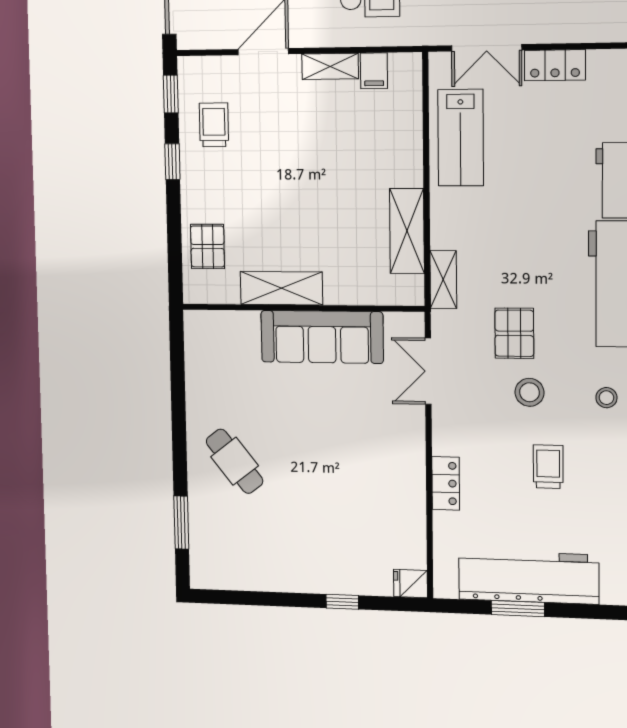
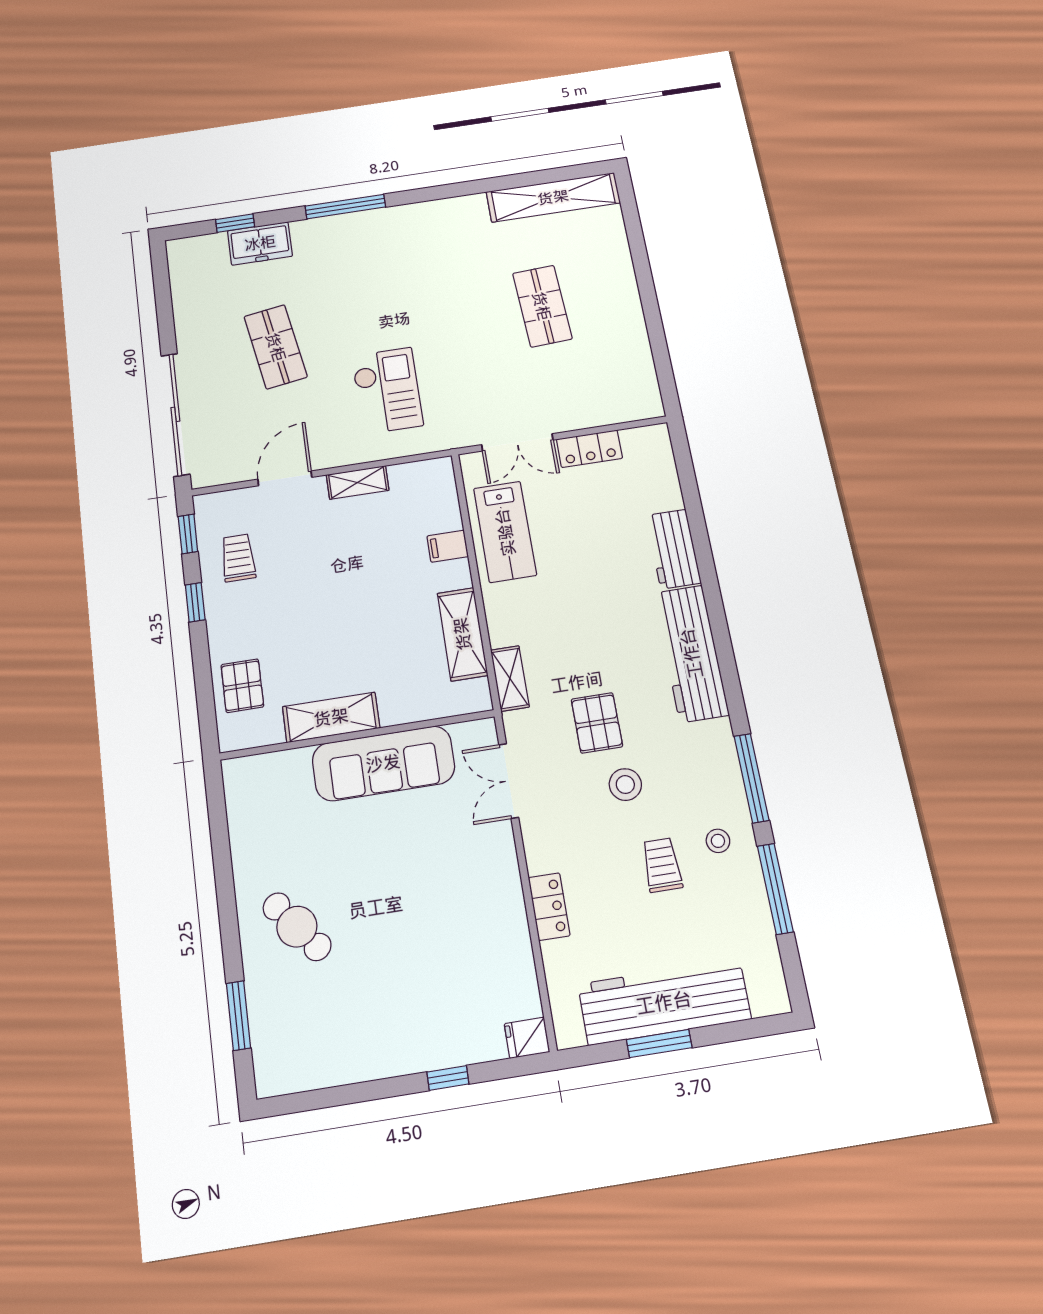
filing cabinet: (374, 71) -> (448, 546), moved, turned 90
stool: (606, 398) -> (718, 841), moved

